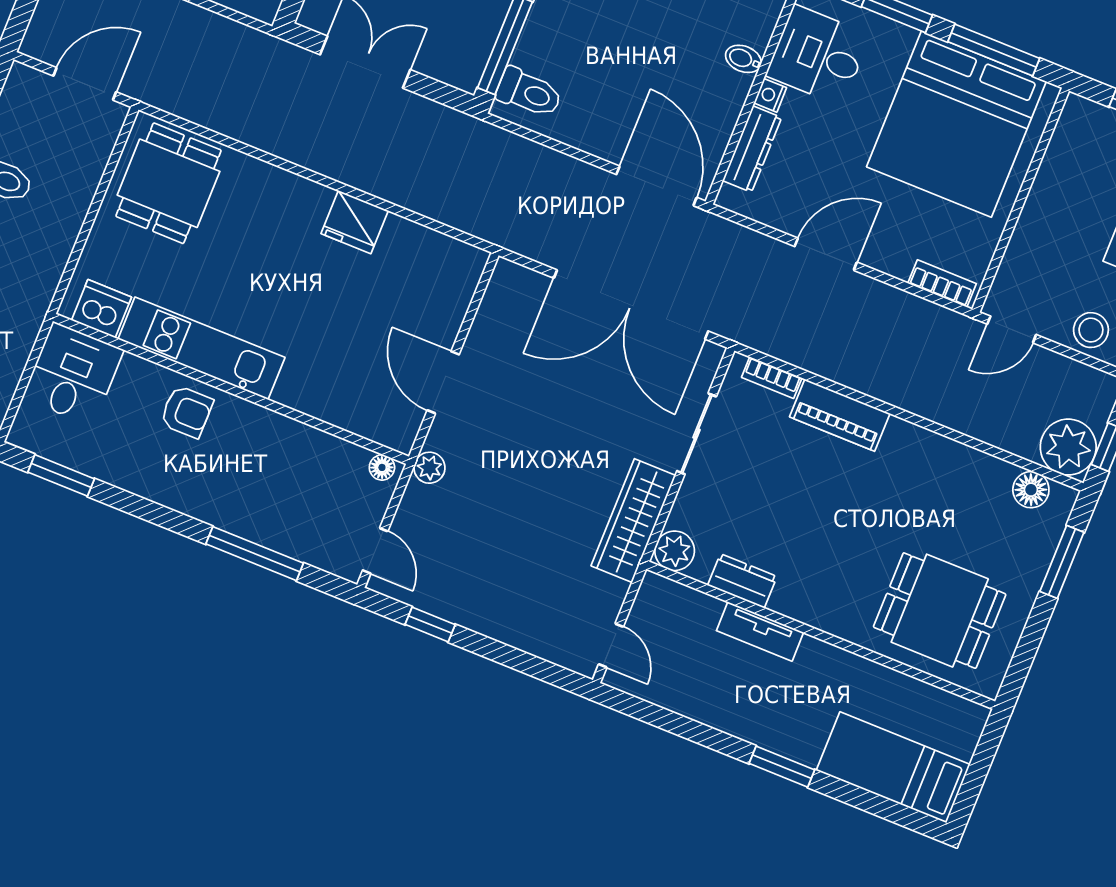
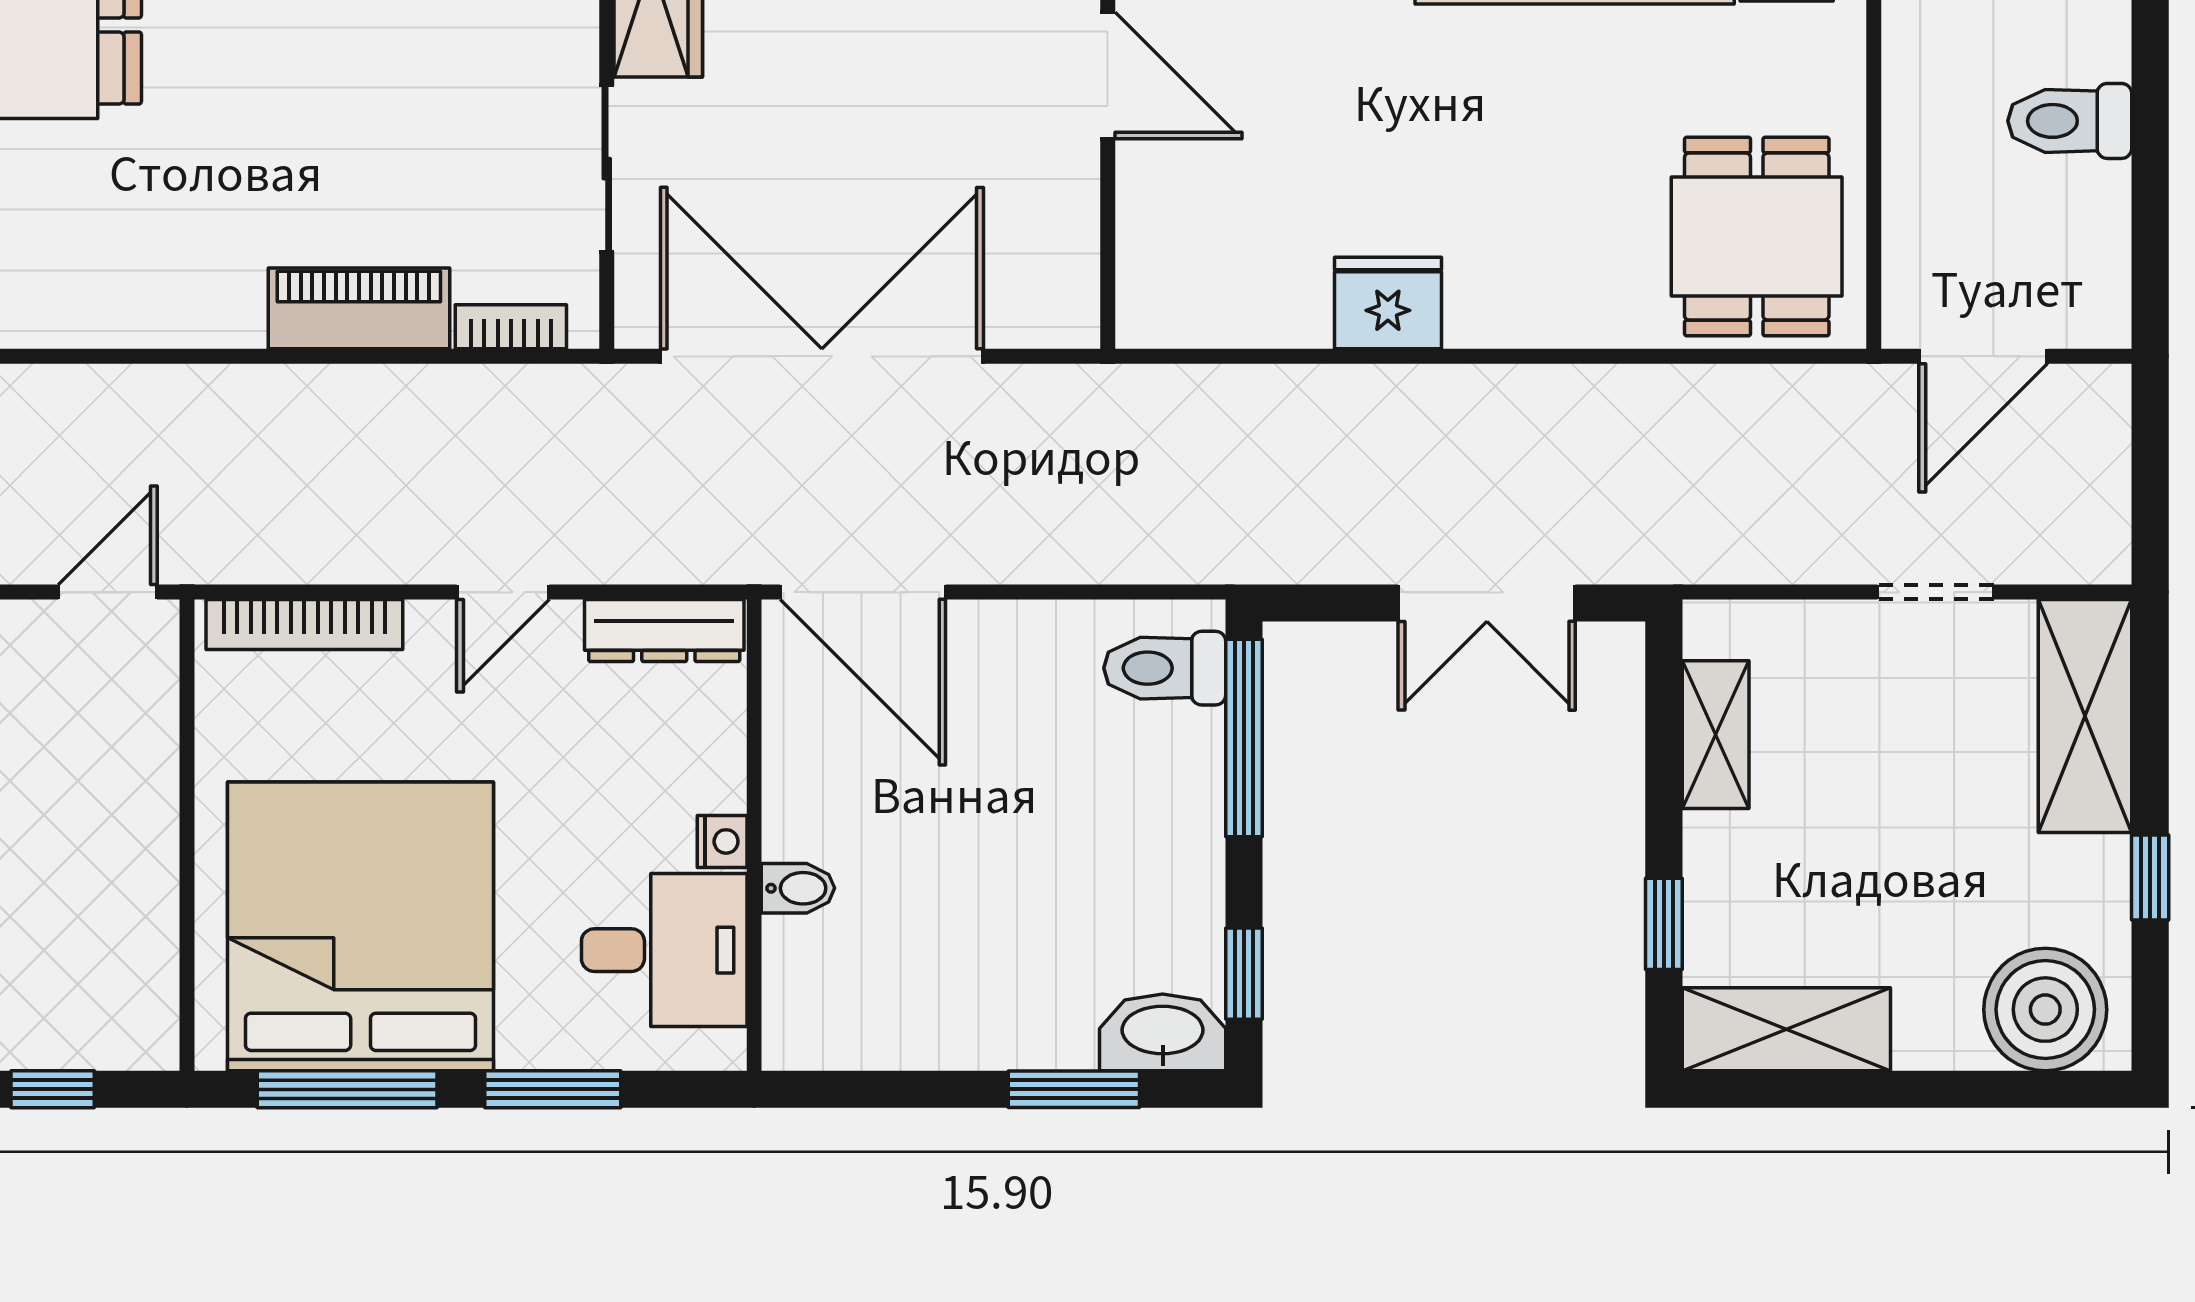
dresser: (752, 149) -> (664, 631), moved, turned -90
door: (826, 254) -> (503, 592), width x0.73
bookcase: (942, 283) -> (304, 625), width x1.56

